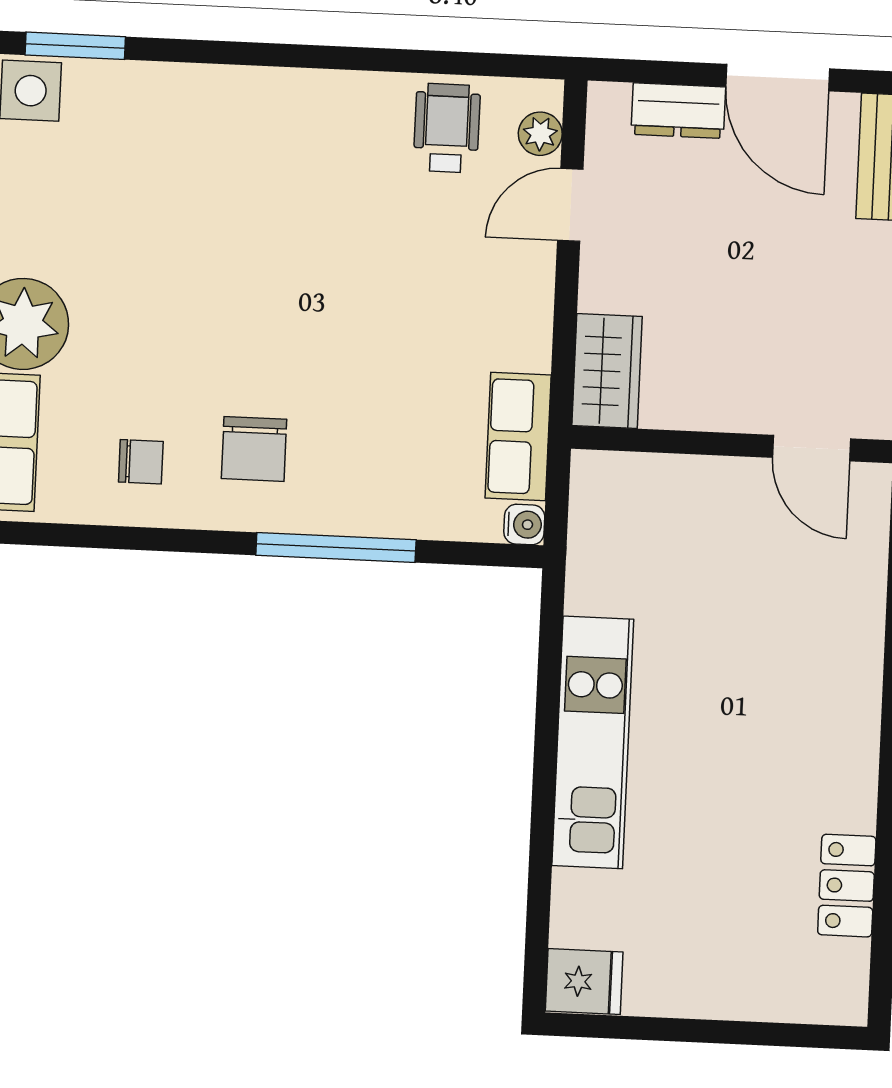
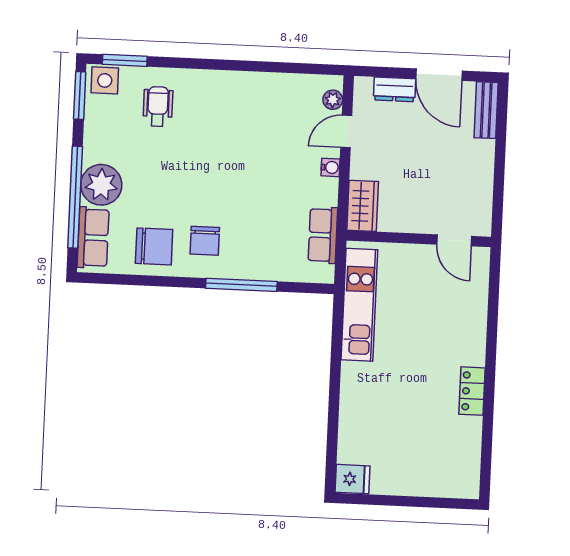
wheelchair: (447, 128) -> (158, 106), moved
chair: (141, 462) -> (154, 246), width x1.87, depth x1.87
water cooler: (524, 525) -> (331, 167), moved
kitchen unit: (593, 742) -> (359, 305), moved
locker: (847, 886) -> (472, 391), moved

